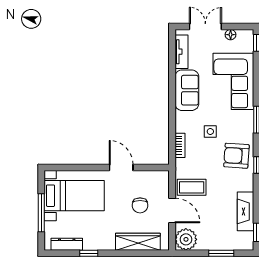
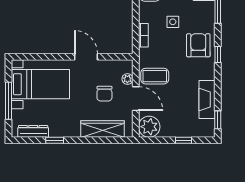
armchair: (236, 156) -> (198, 45), turned 86
plant: (164, 190) -> (127, 79), added
window: (221, 253) -> (183, 140), width x0.67

